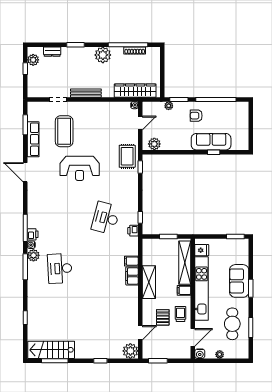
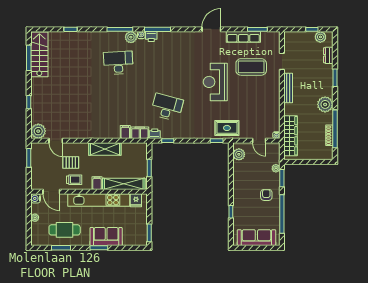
sofa: (211, 142) -> (256, 238), moved, turned -90
filing cabinet: (132, 276) -> (140, 133), moved

